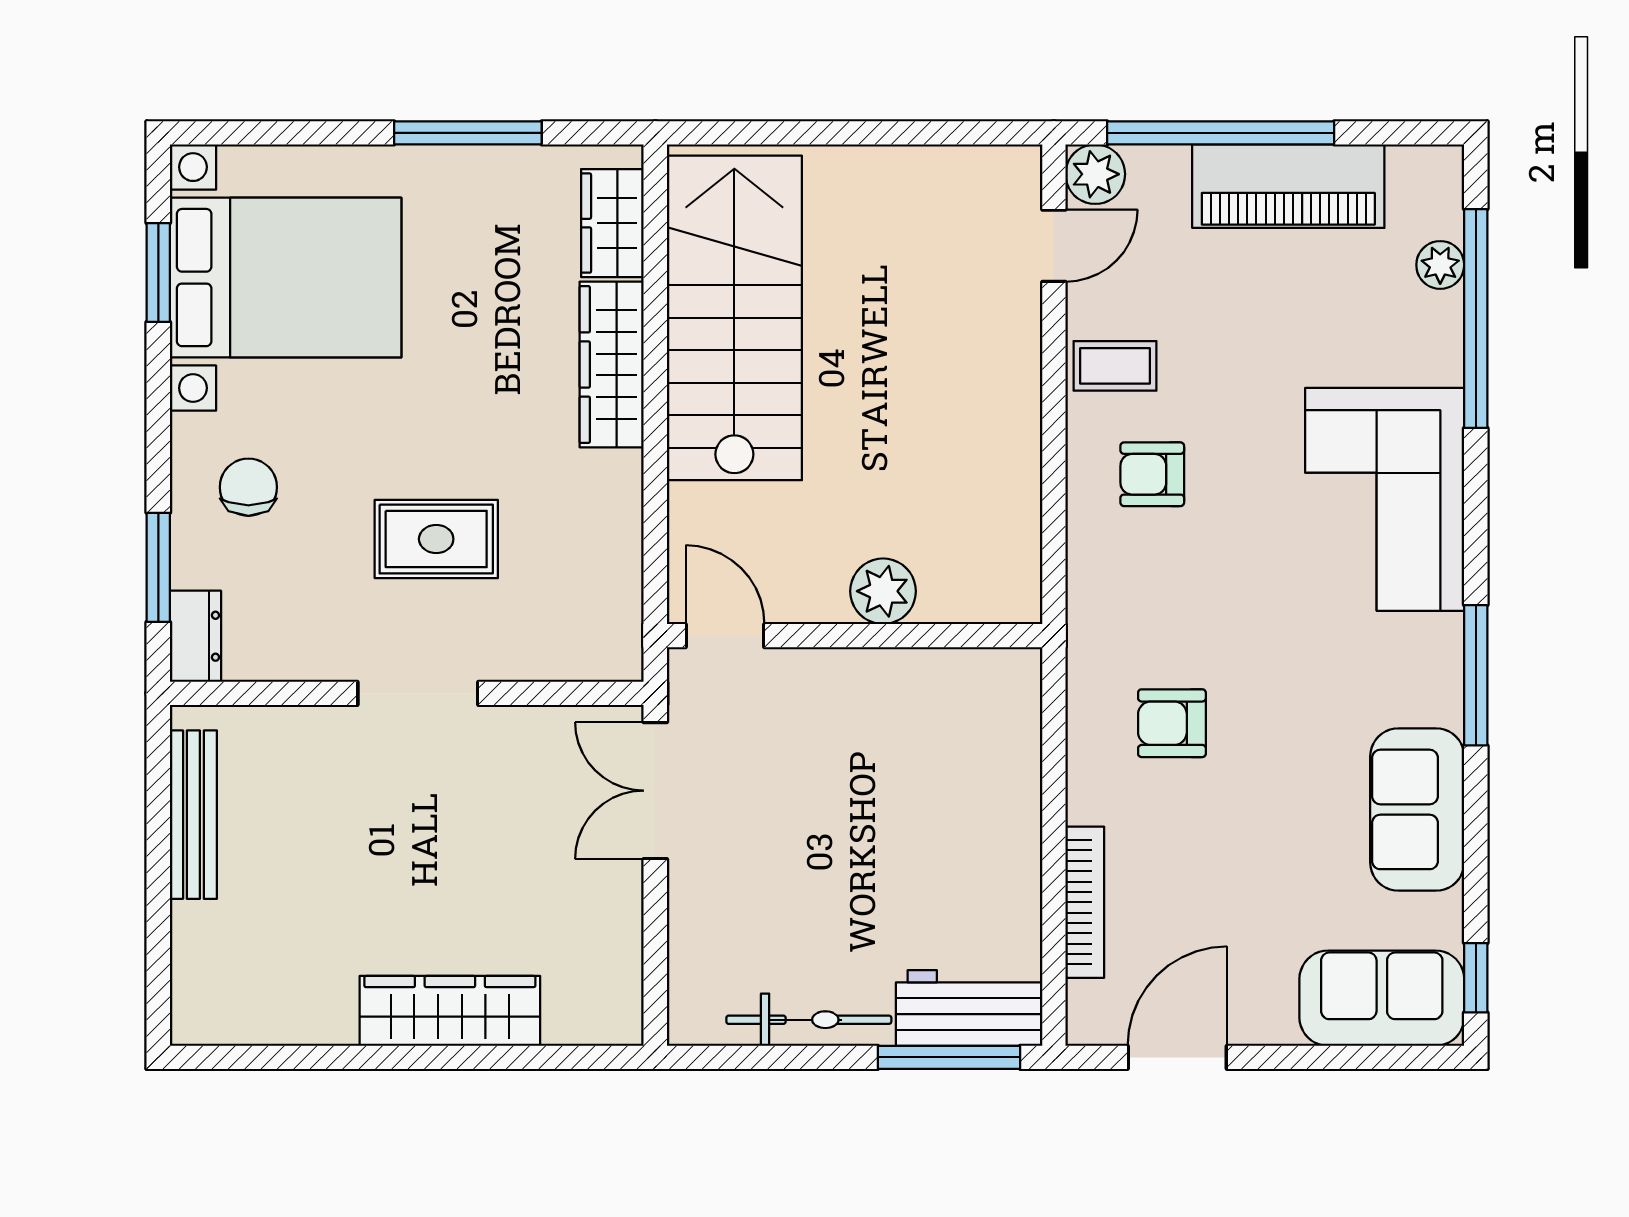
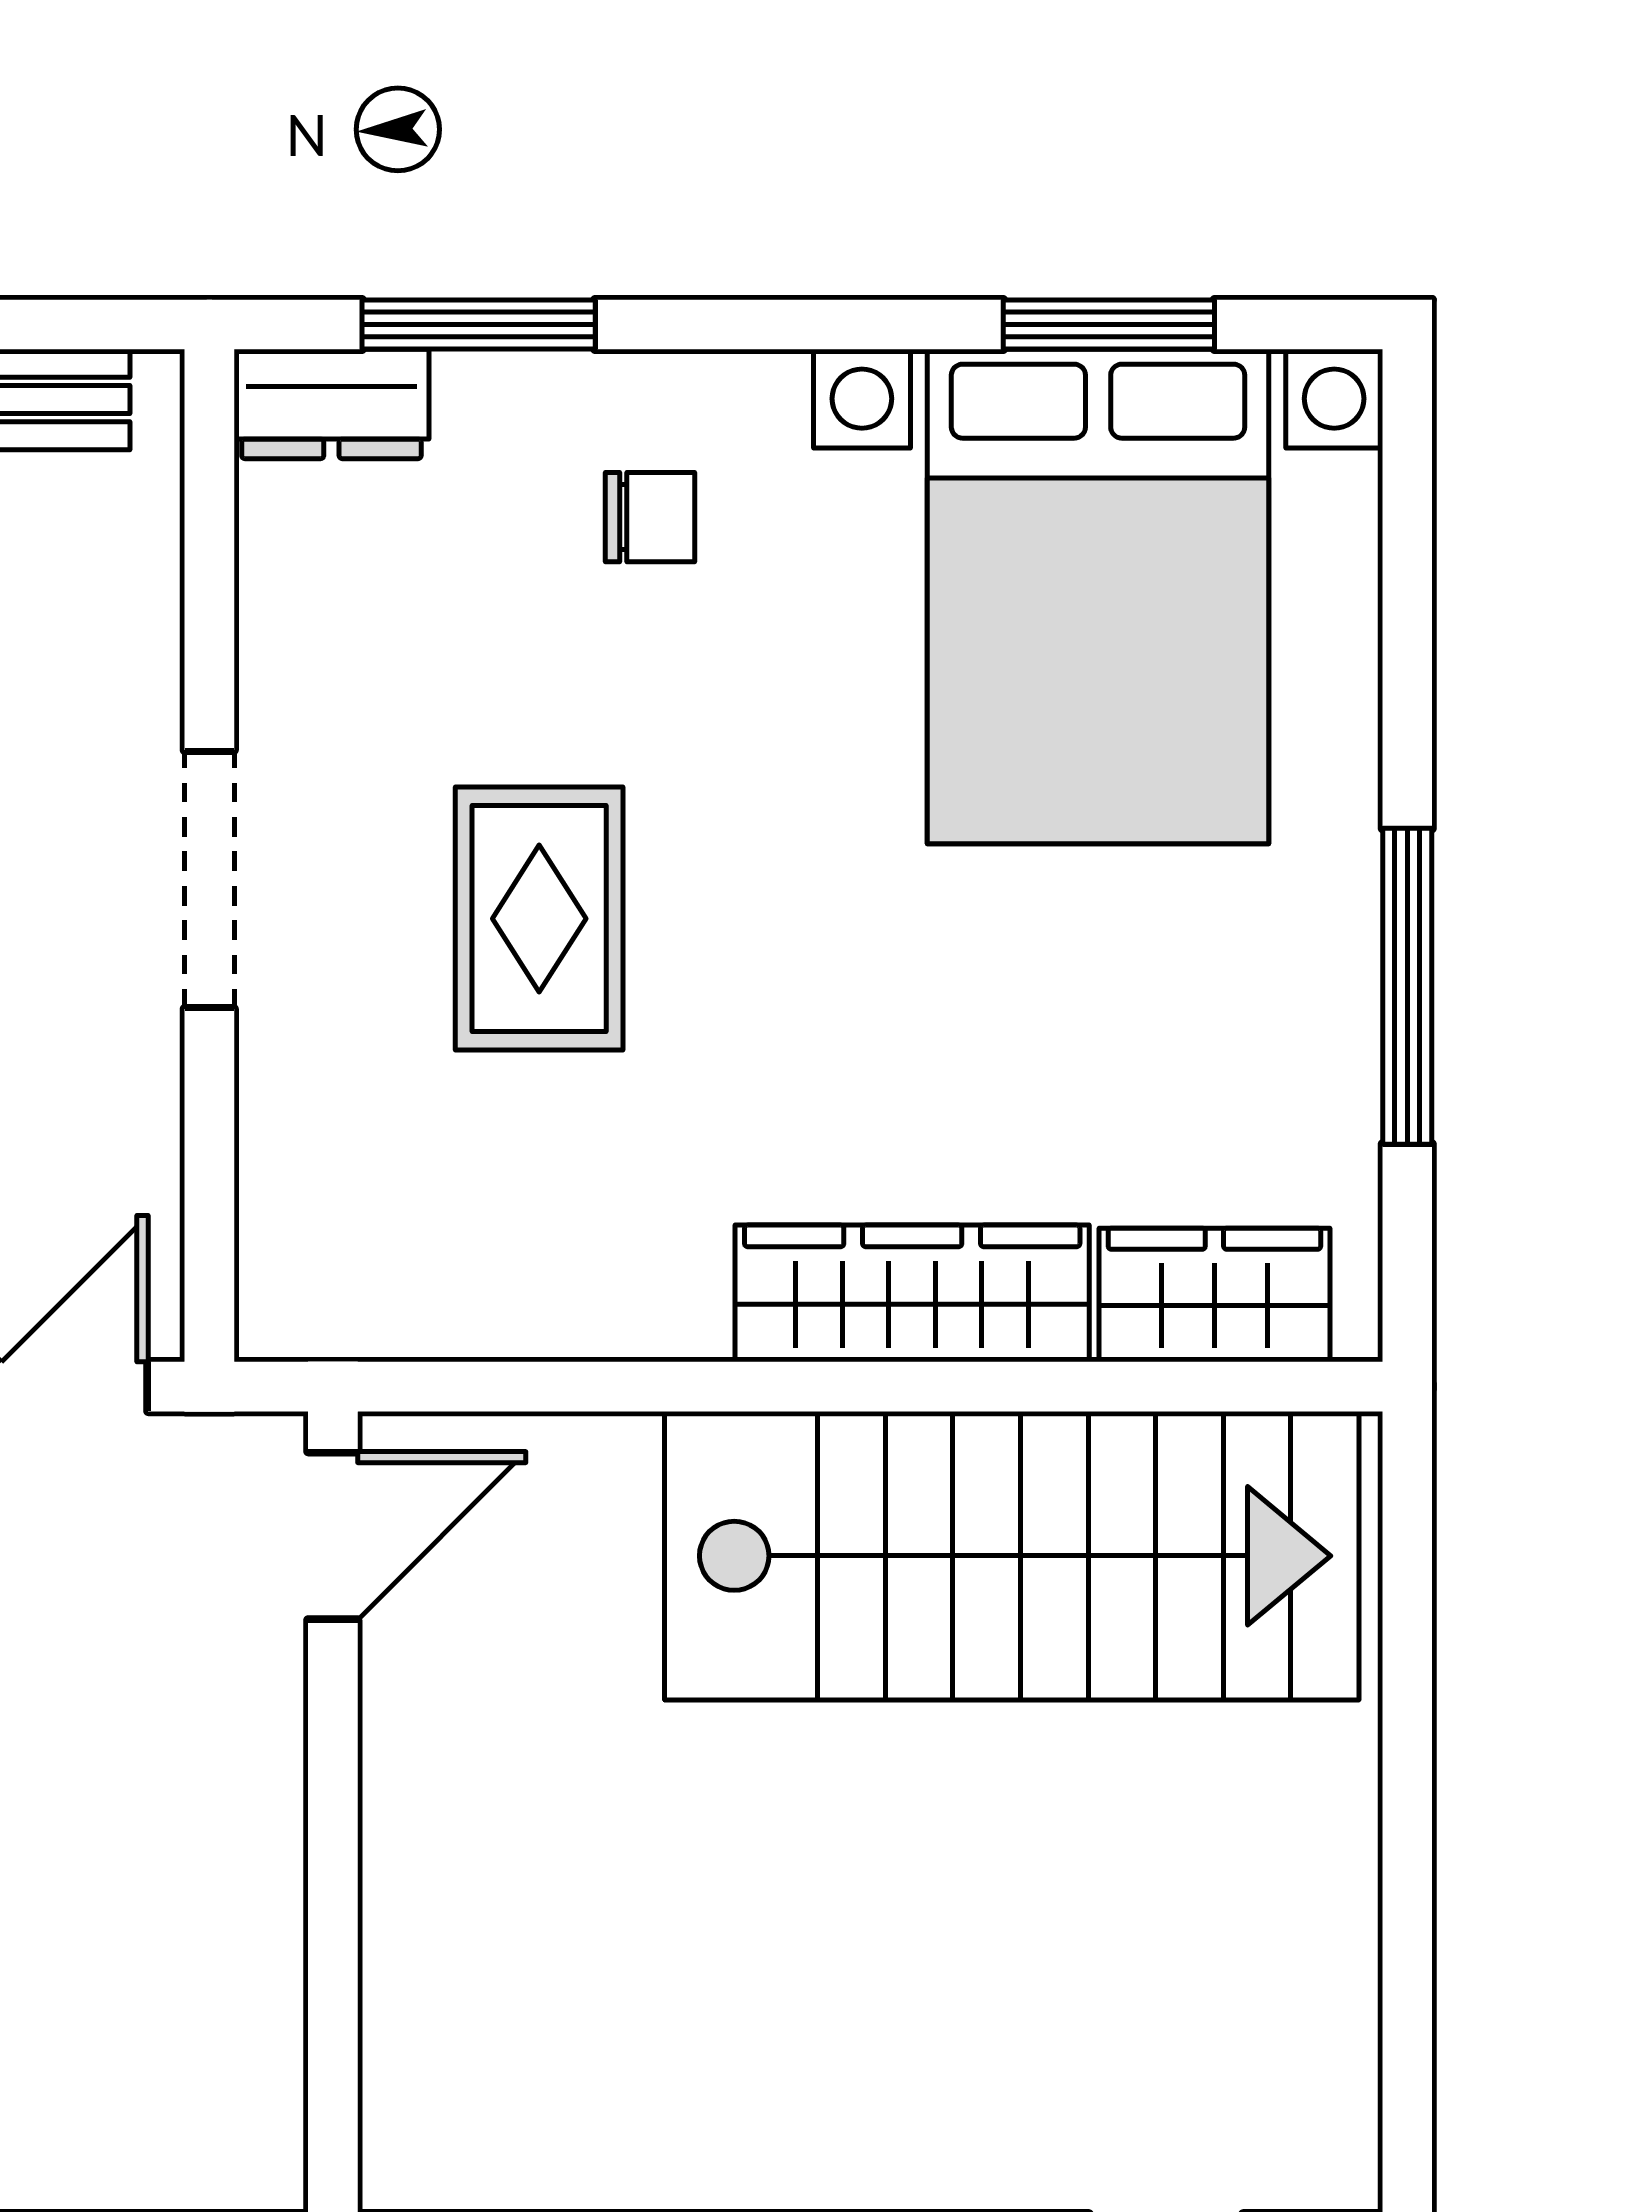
chair: (248, 487) -> (650, 517), width x0.73, depth x0.73
plant: (883, 591) -> (428, 1873), removed

